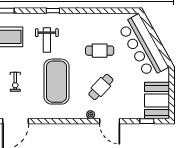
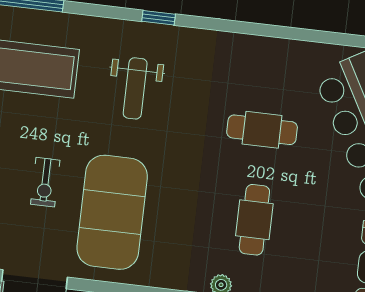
exercise mat: (56, 82) -> (112, 212), moved
cafe table: (101, 87) -> (254, 220), turned -42

